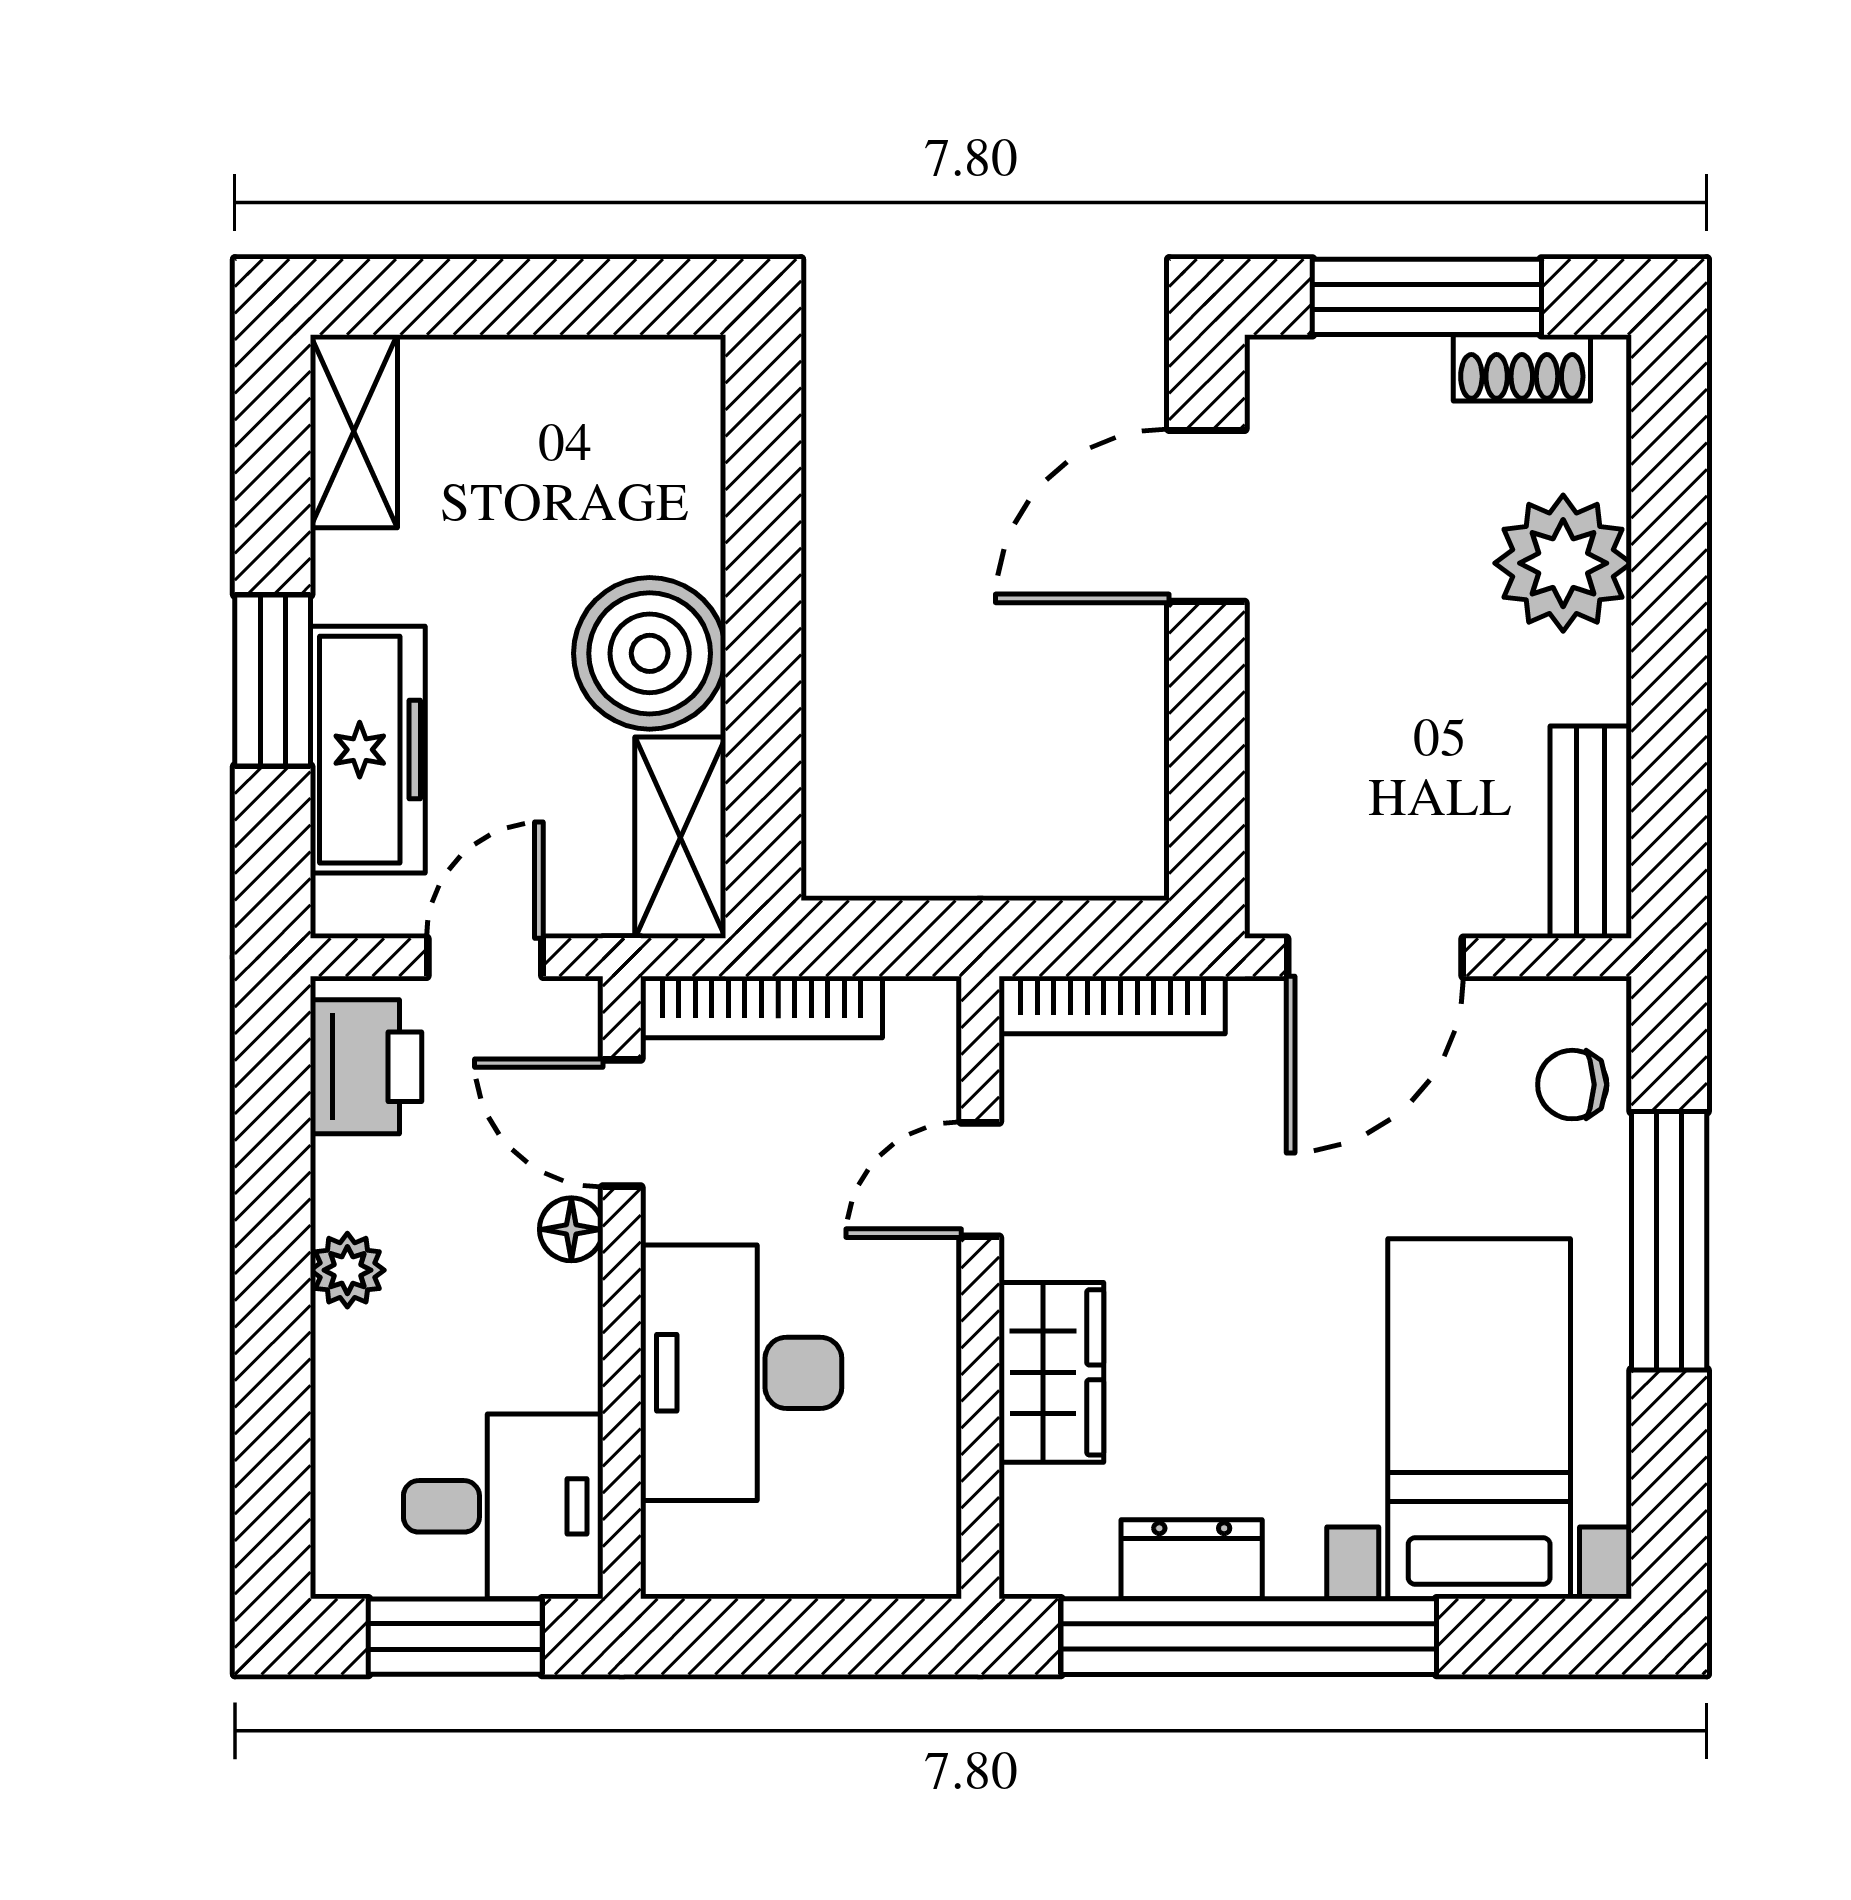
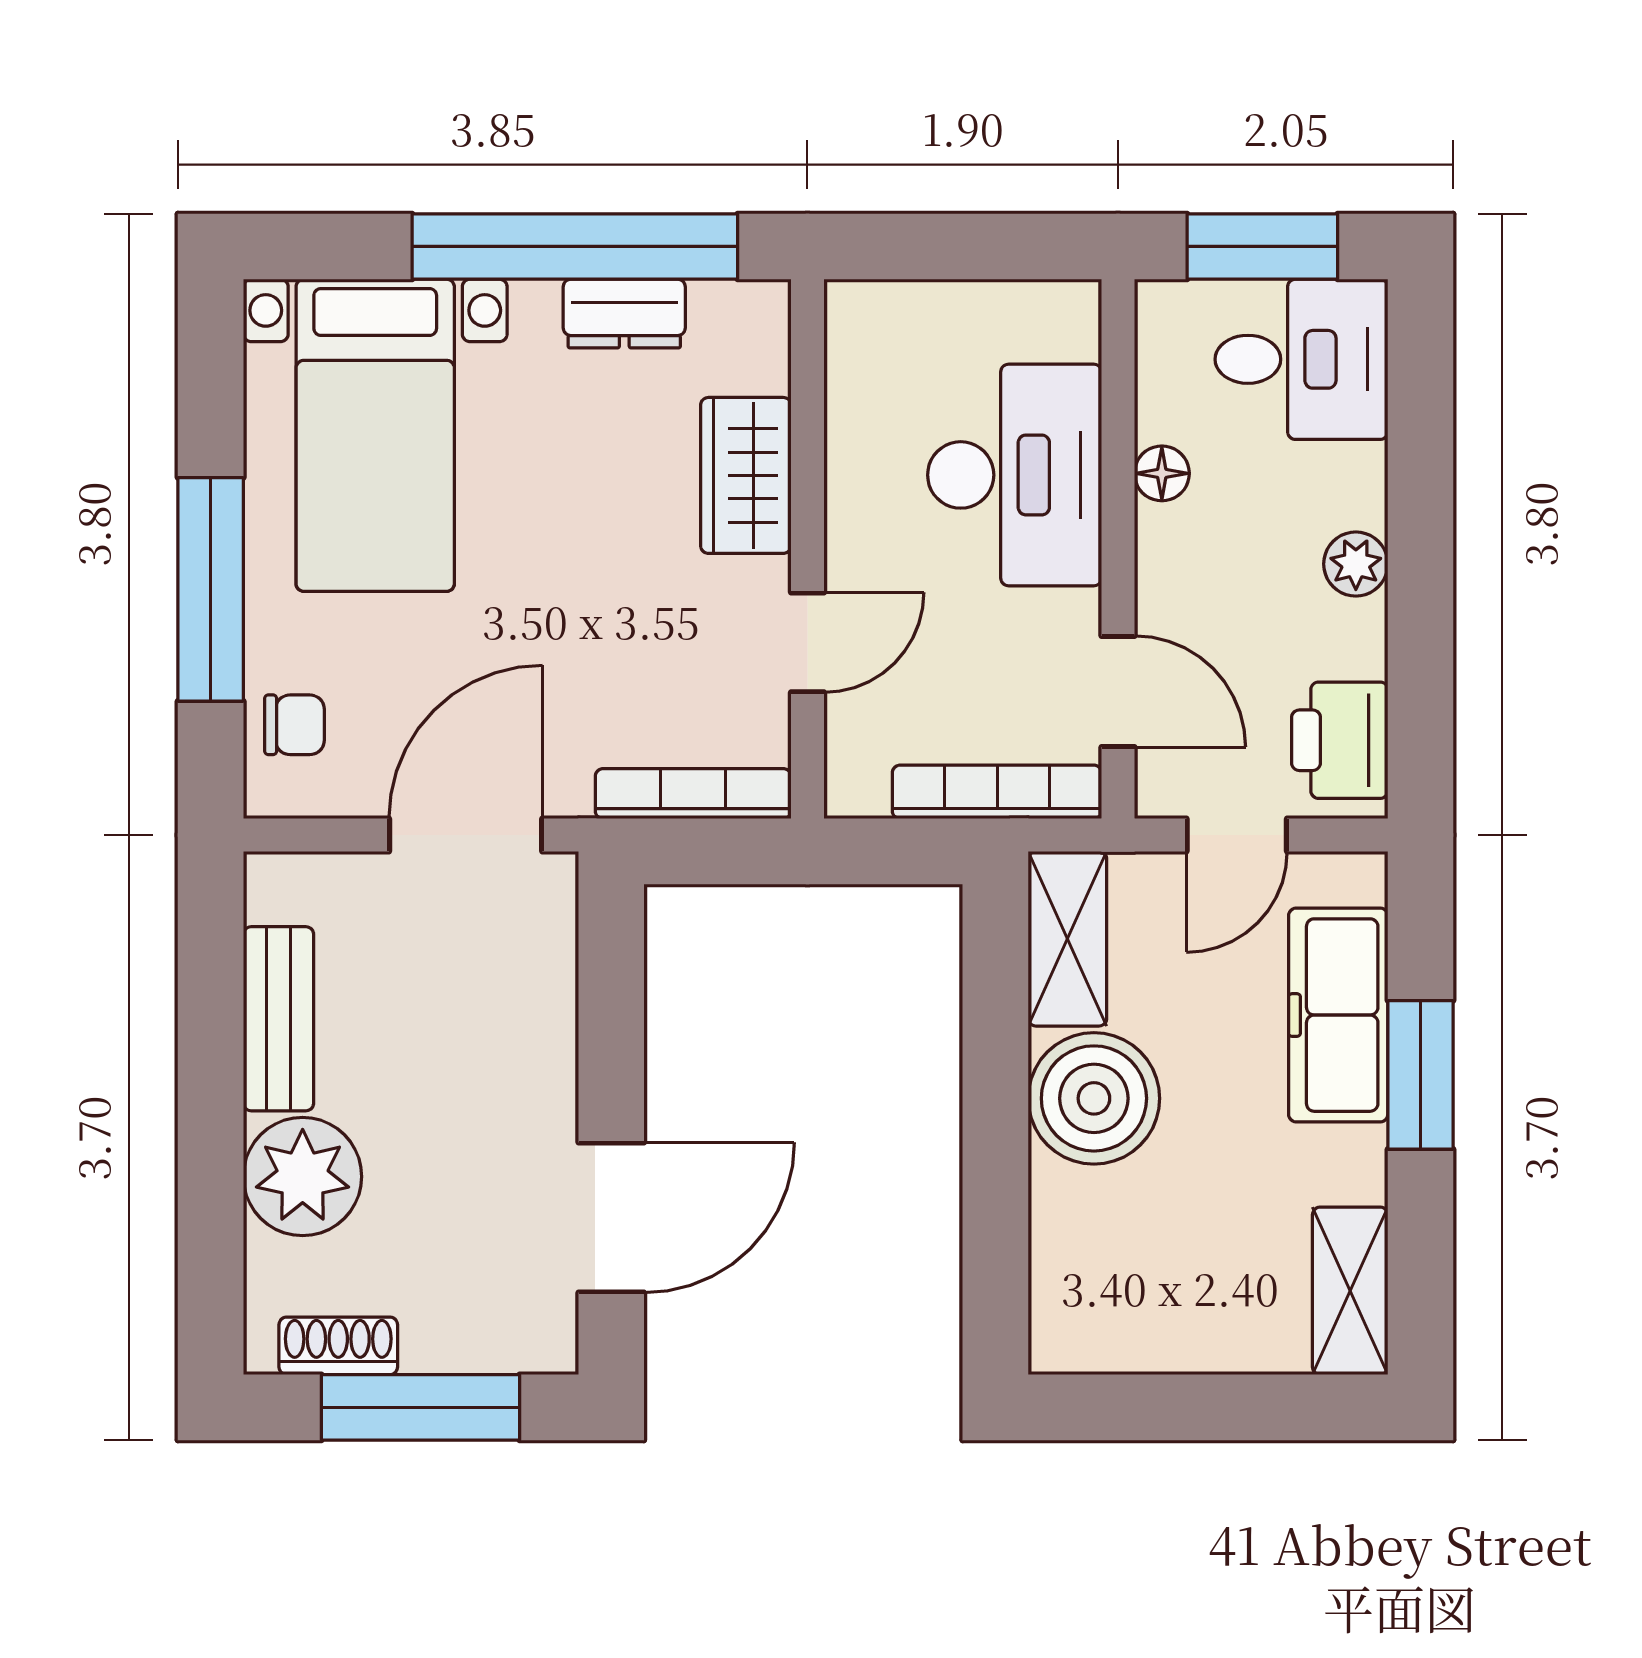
bench: (1591, 832) -> (278, 1019), moved
floor lamp: (571, 1229) -> (1162, 473), moved
desk: (503, 1506) -> (1301, 359), moved, turned 180

